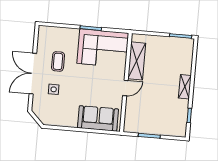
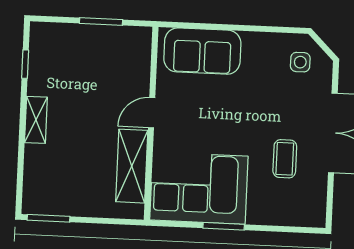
side table: (54, 89) -> (300, 62), moved

